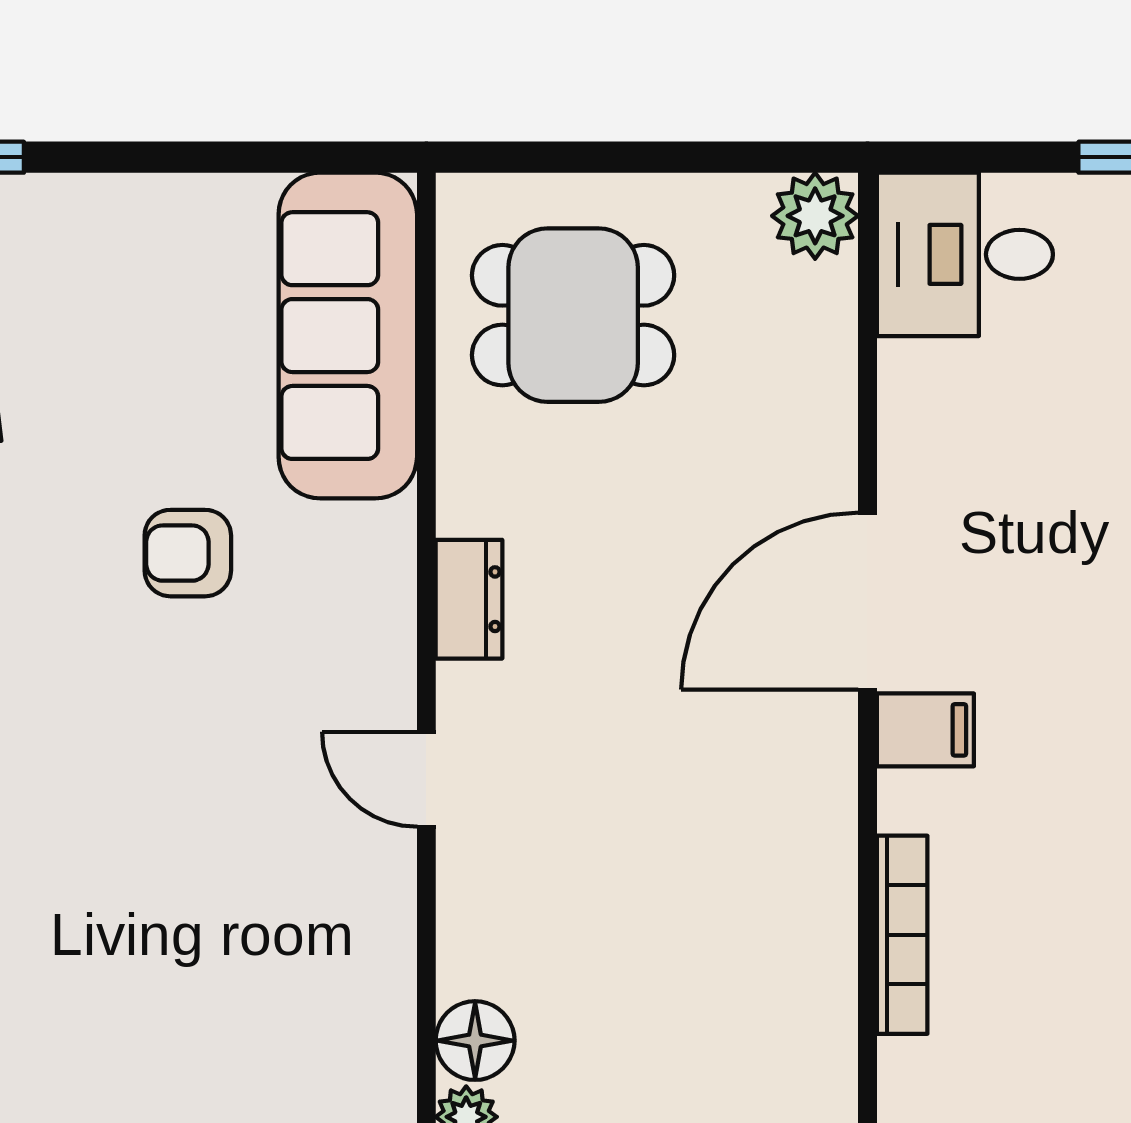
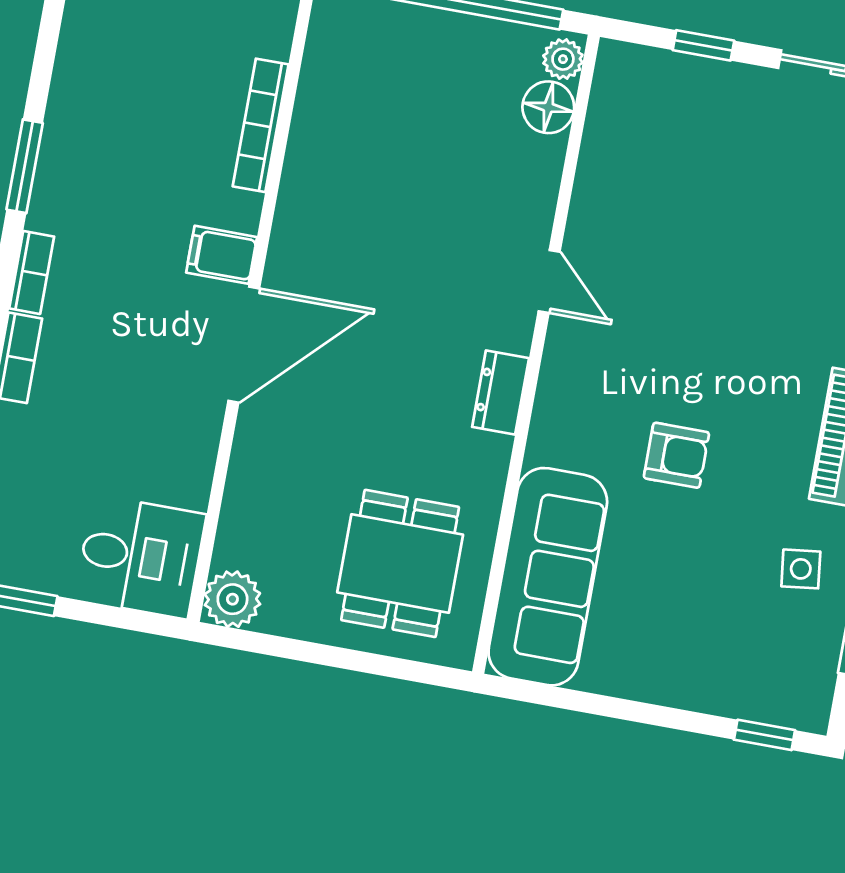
dining table: (573, 315) -> (400, 563), turned 90

